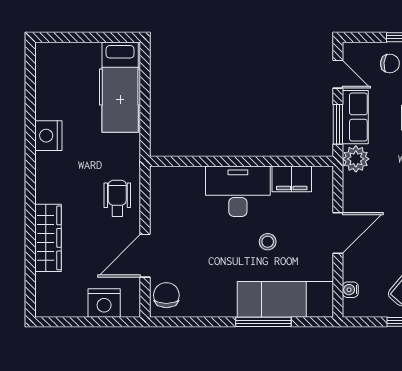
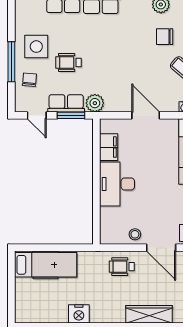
door: (338, 74) -> (37, 115), swing flipped
stool: (268, 242) -> (135, 234), moved

